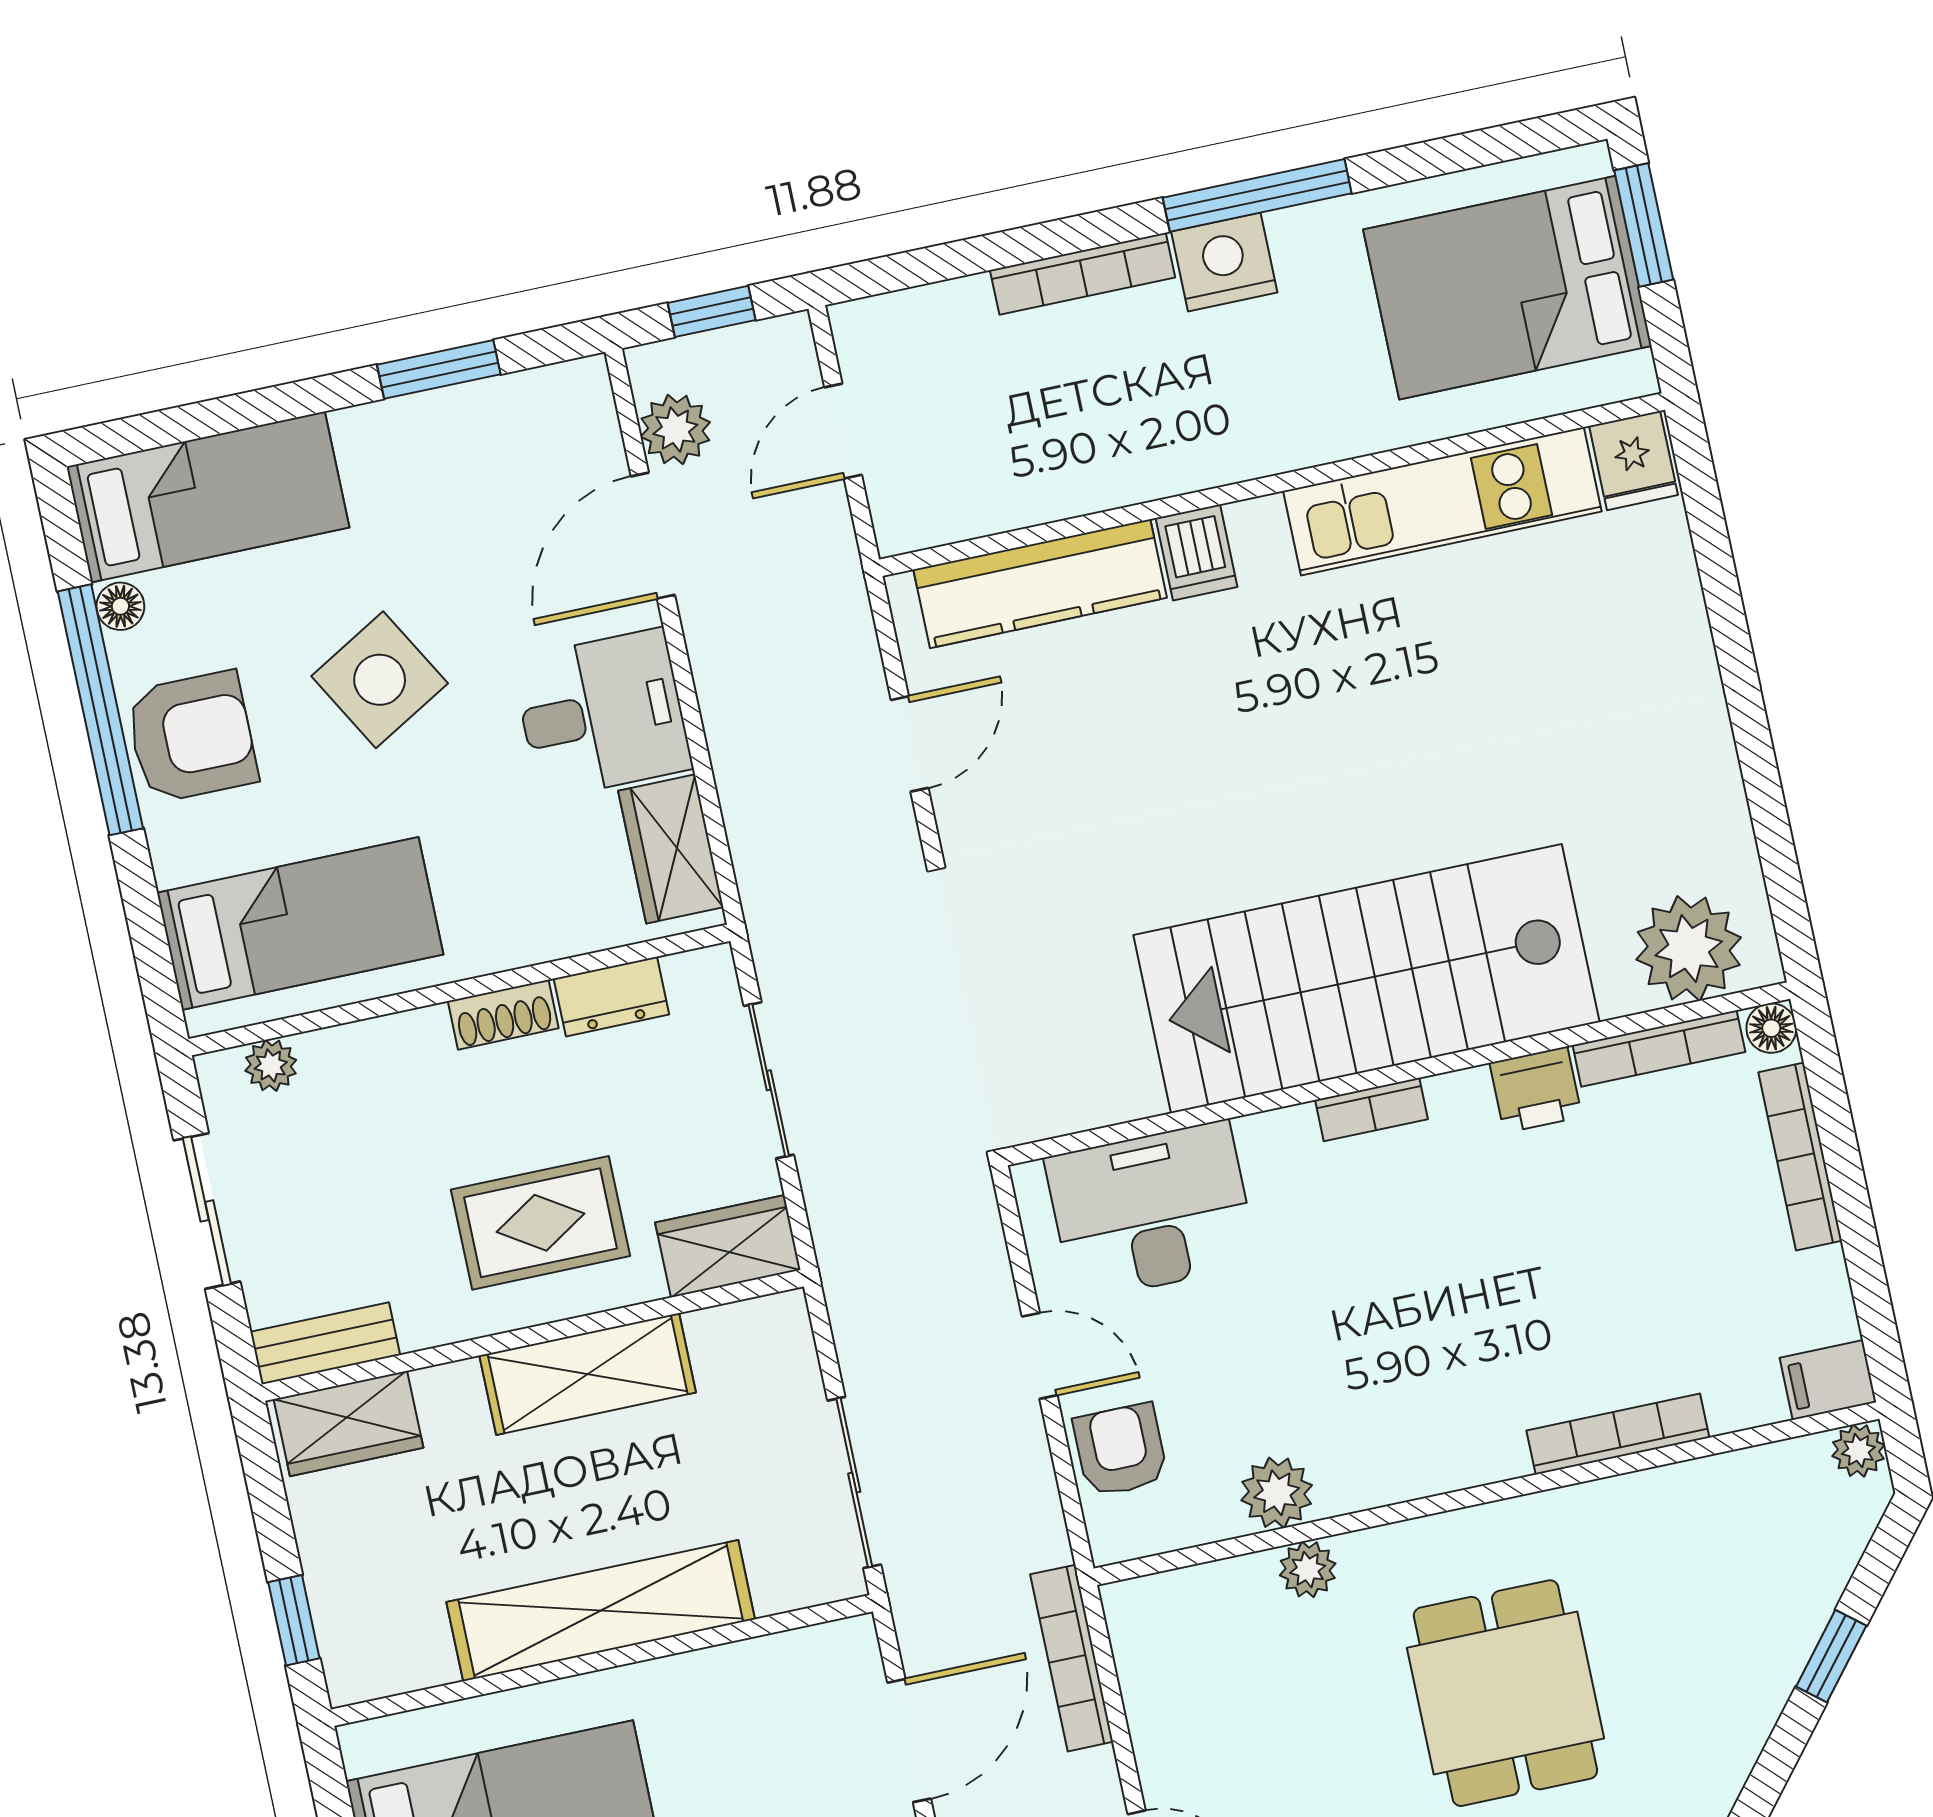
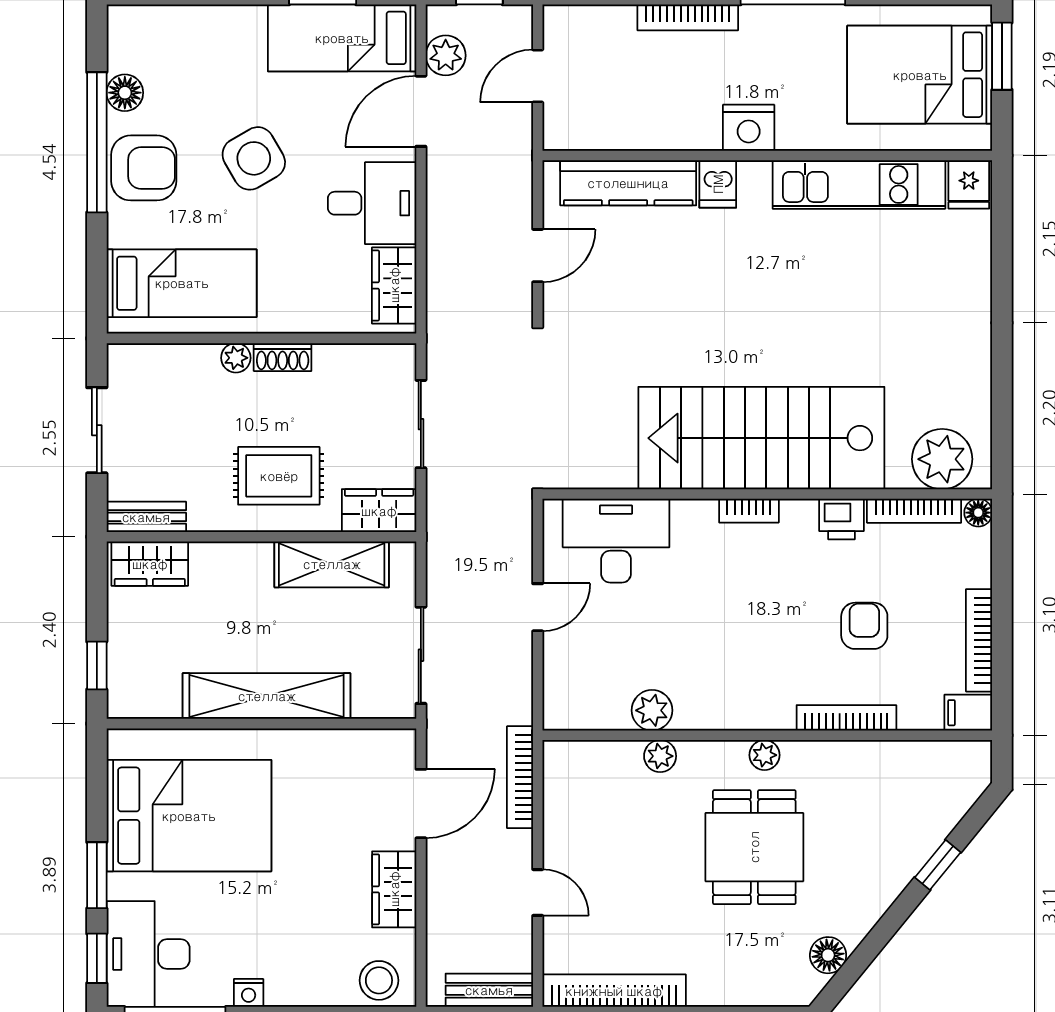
nightstand: (1224, 262) -> (749, 128), moved, turned 180
bed: (208, 497) -> (342, 38), moved, turned 180
floor lamp: (120, 606) -> (125, 93), width x1.37, depth x1.37
dresser: (611, 997) -> (344, 360), removed
plant: (271, 1065) -> (236, 358), moved
bookcase: (1800, 1156) -> (979, 640), moved
door: (1040, 1356) -> (538, 607), hinge flipped
shelving: (588, 1374) -> (332, 564), moved
armchair: (1120, 1450) -> (864, 626), moved
plant: (1858, 1451) -> (764, 755), moved

